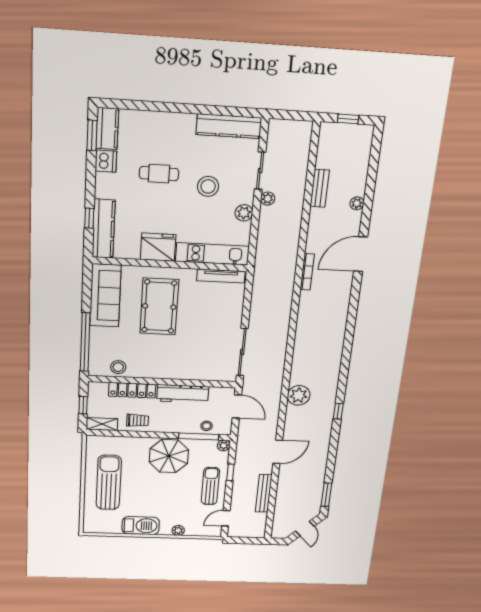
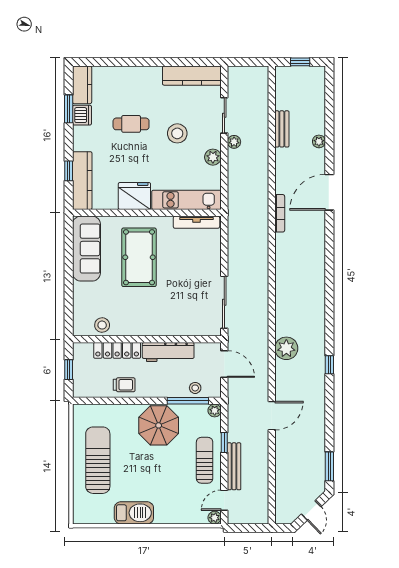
window: (92, 135) -> (69, 109), moved
window: (85, 342) -> (69, 299), removed
shelving: (102, 424) -> (88, 391), removed
bench: (264, 493) -> (234, 466), moved
plant: (178, 530) -> (215, 518), moved

